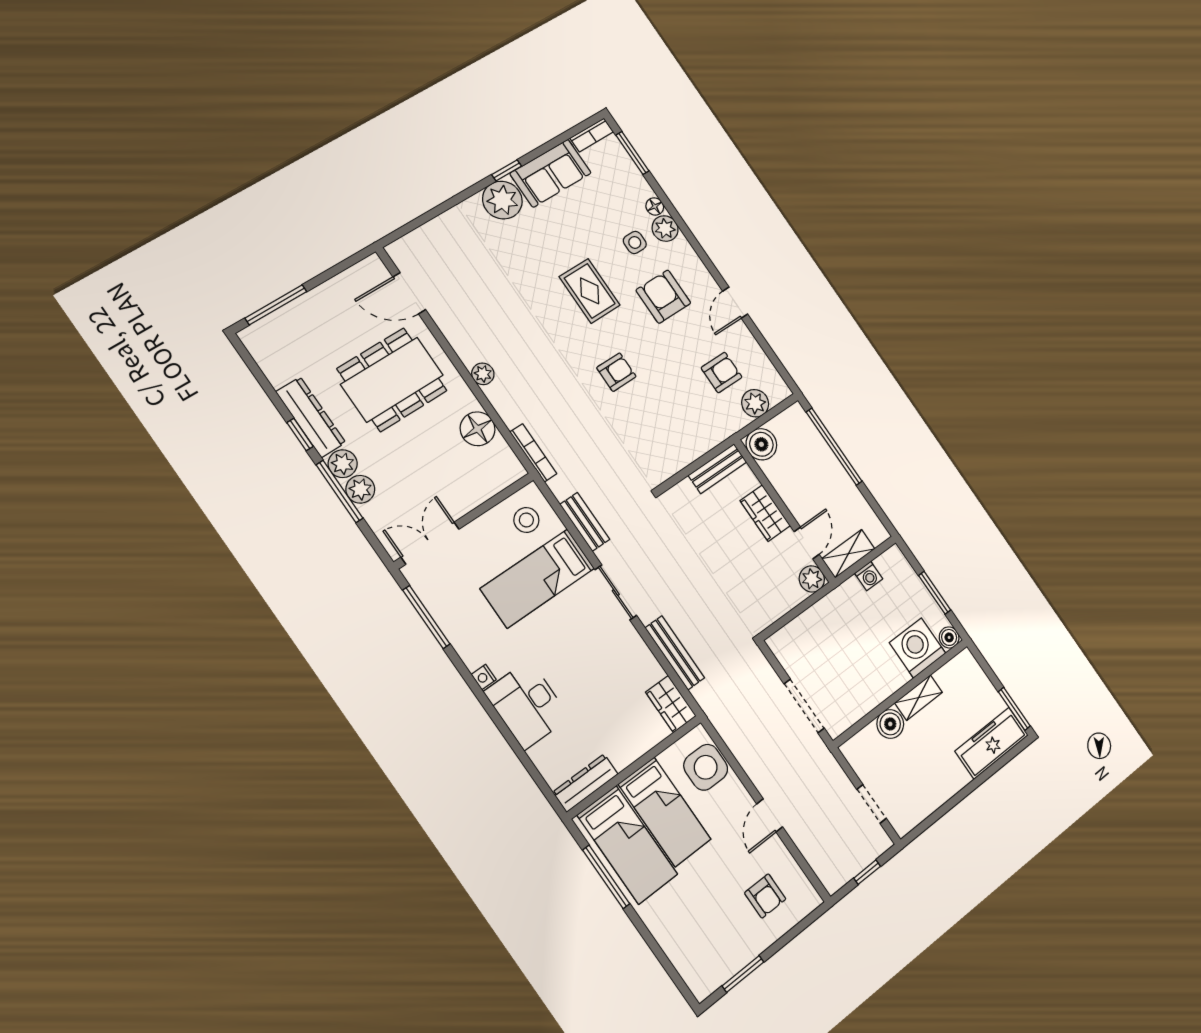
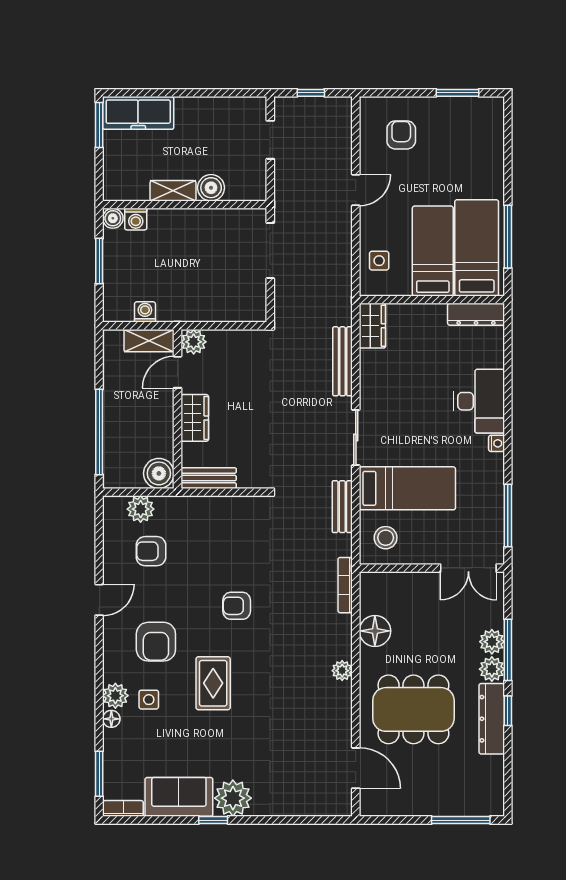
washing machine: (918, 648) -> (136, 219), width x0.53, depth x0.53
side table: (706, 767) -> (379, 261), width x0.54, depth x0.54

